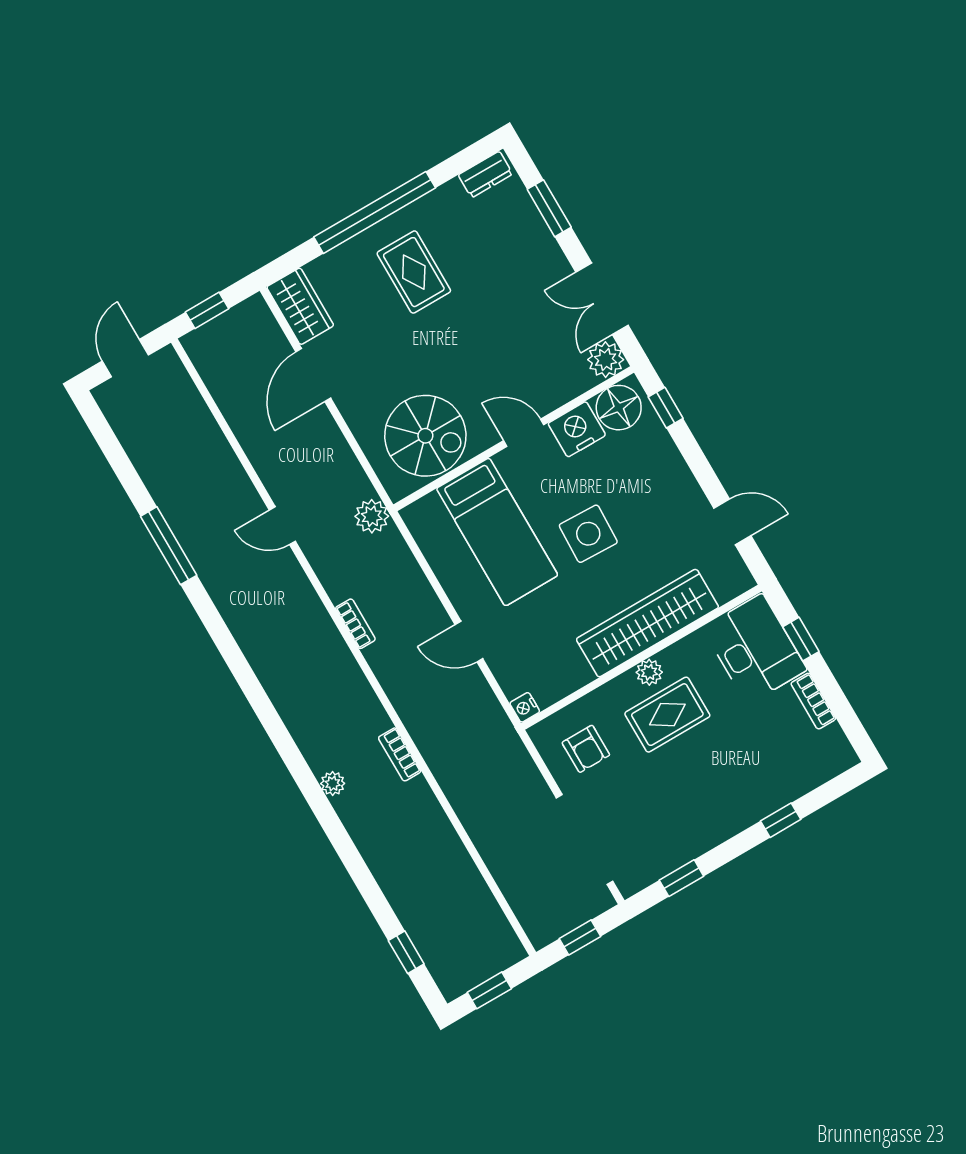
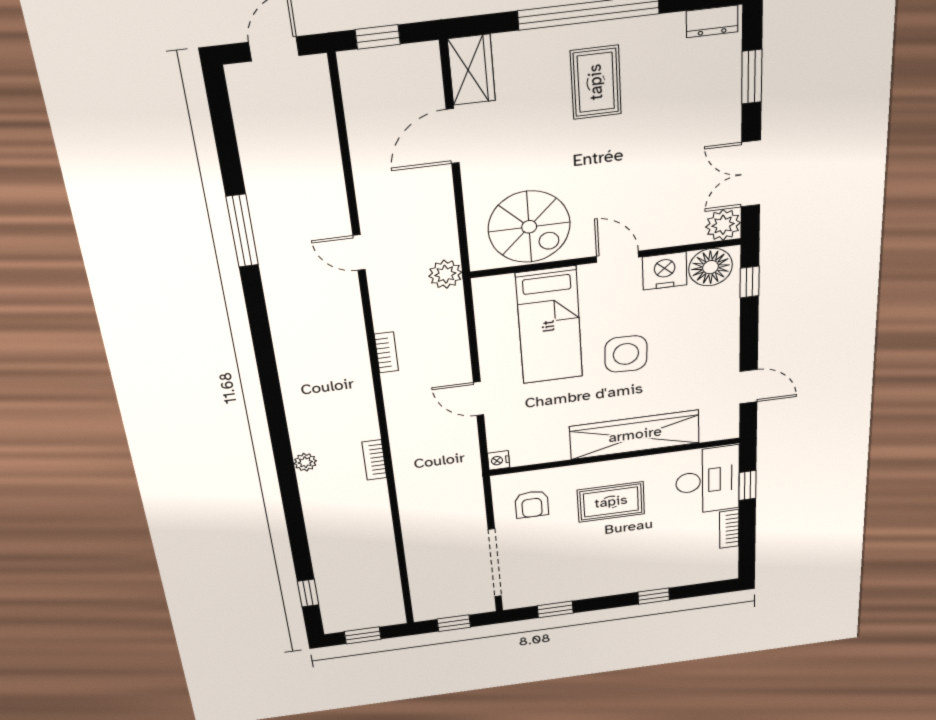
plant: (649, 672) -> (615, 469), removed

